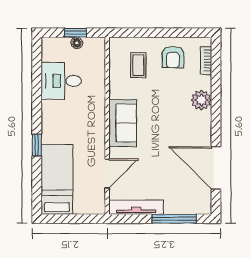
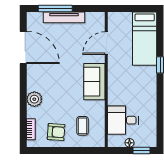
window: (76, 33) -> (142, 151), moved
armchair: (173, 57) -> (56, 132), turned 94
desk: (61, 81) -> (123, 120), moved, turned 180
tv unit: (136, 207) -> (64, 17), moved

